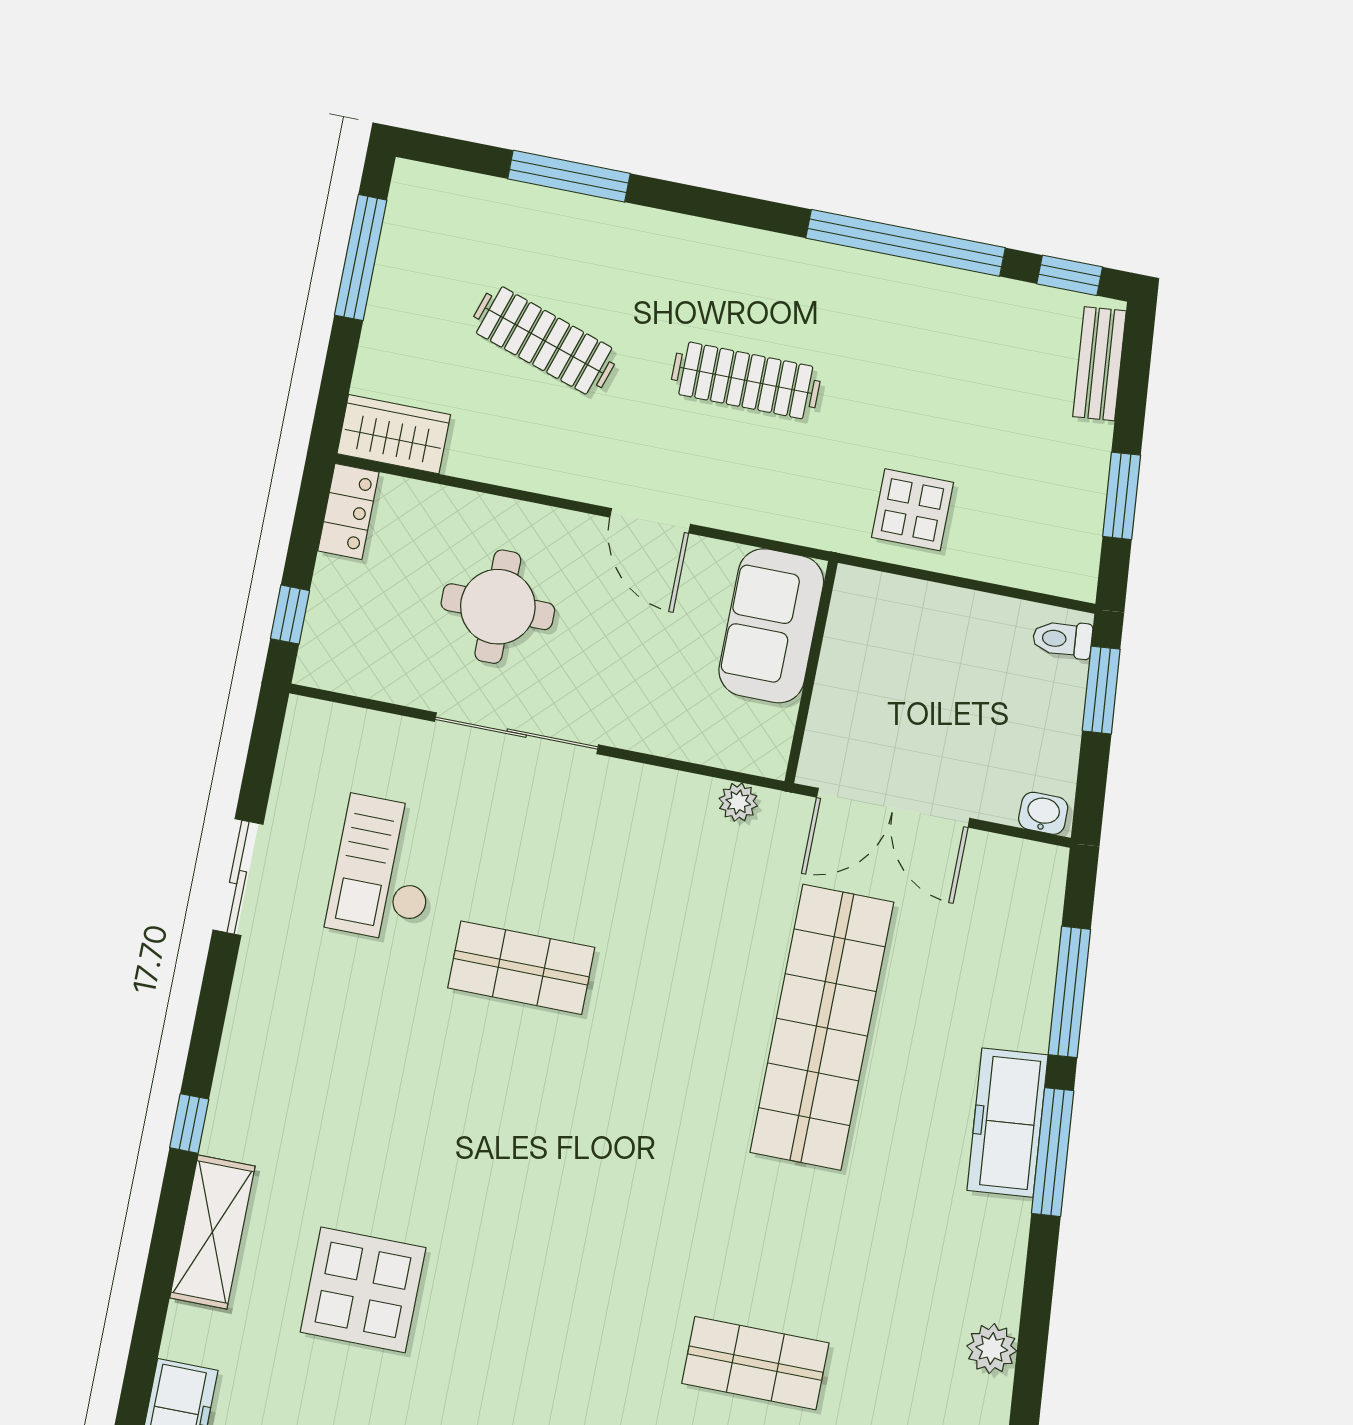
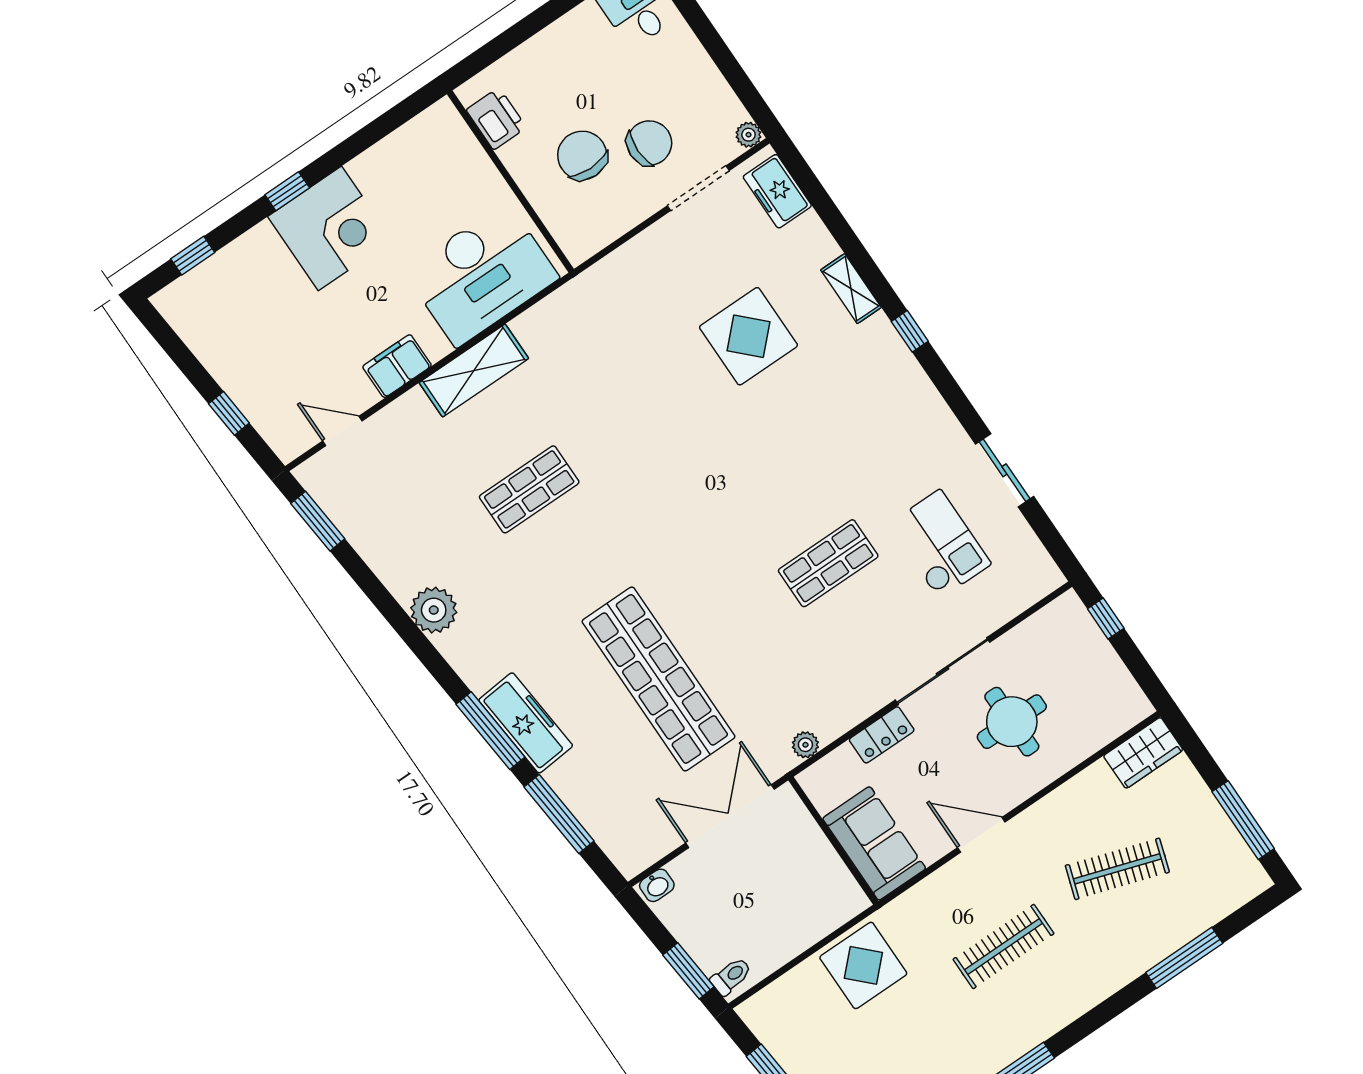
display table: (913, 510) -> (863, 965), width x1.36, depth x1.36
locker: (348, 511) -> (882, 735), moved, turned -90
shelving: (212, 1232) -> (851, 289), width x0.67, depth x0.75
plant: (992, 1349) -> (434, 610), width x1.36, depth x1.36

